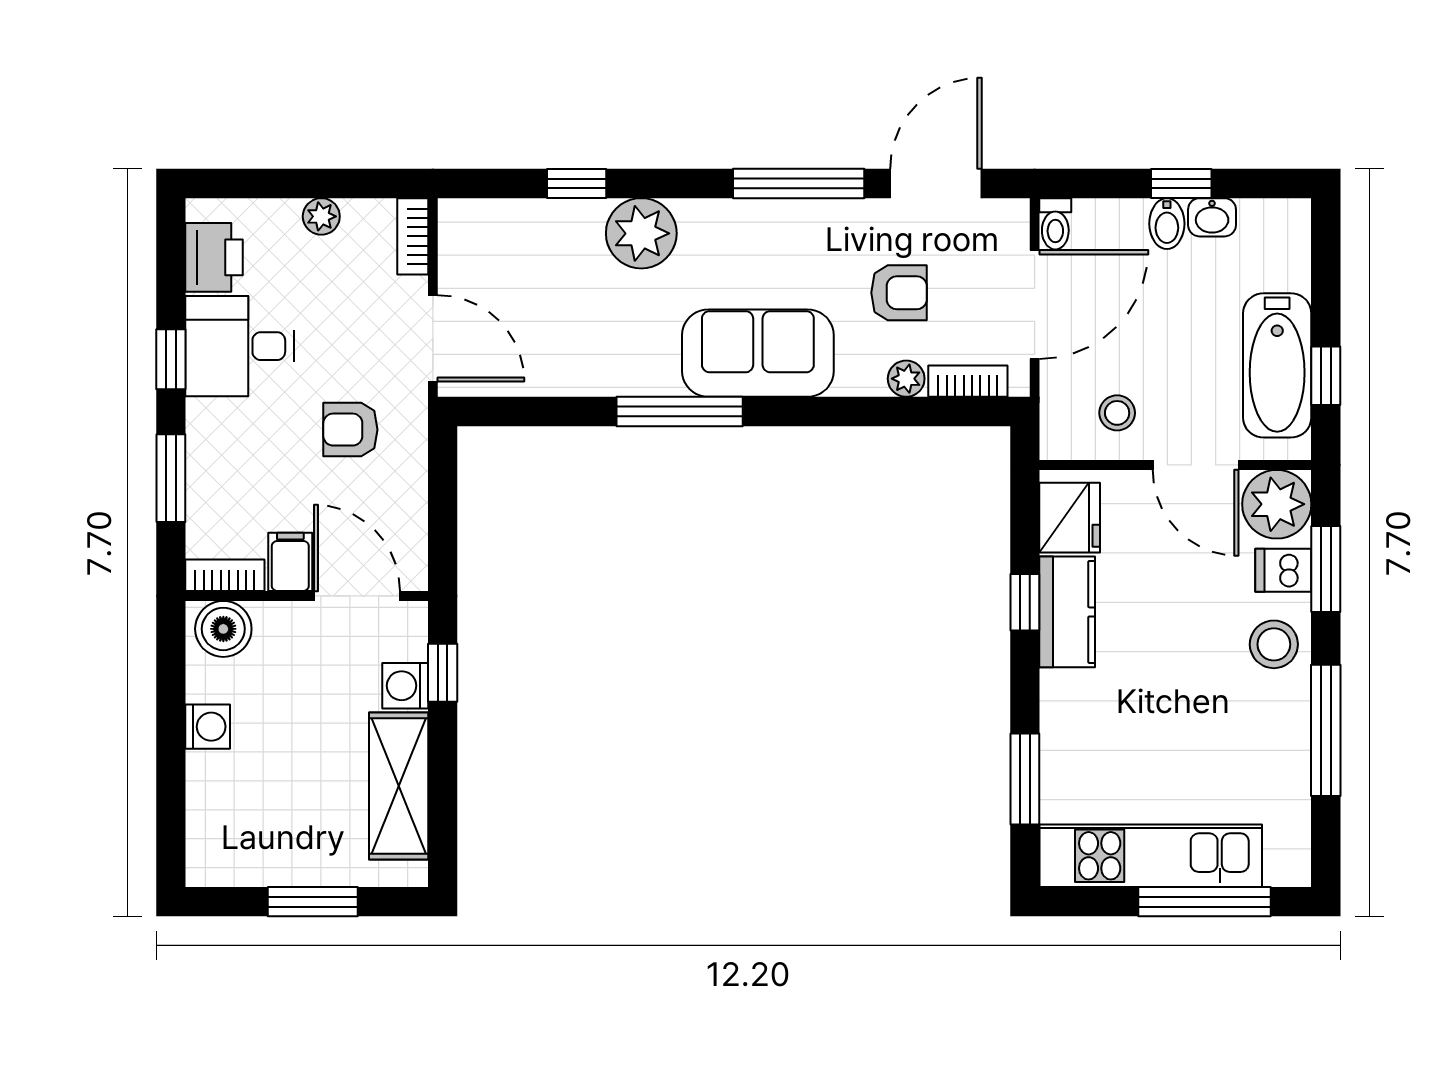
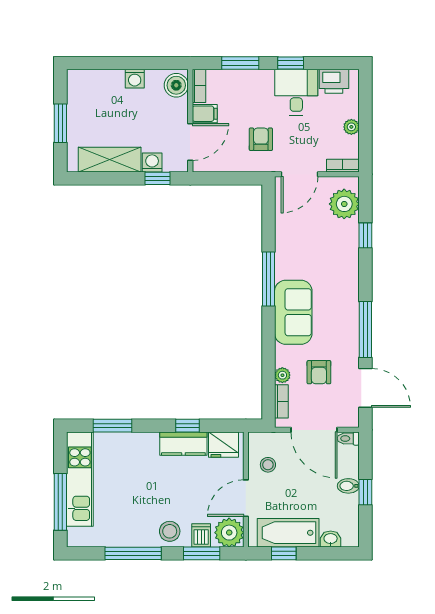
washbasin: (1212, 217) -> (331, 539), moved, turned 90
plant: (641, 233) -> (344, 204), moved

